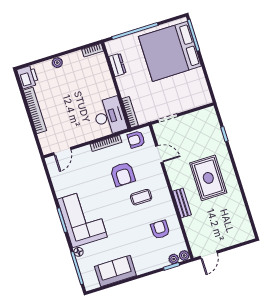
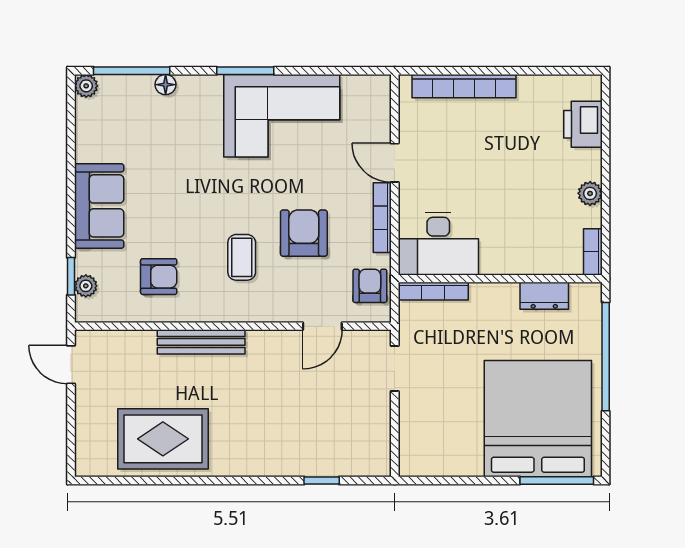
plant: (57, 63) -> (590, 193), moved
printer: (28, 77) -> (583, 124), moved, turned 90
bookcase: (35, 110) -> (464, 86), moved
door: (62, 151) -> (395, 163), moved
armchair: (123, 174) -> (304, 233), turned 90
rug: (208, 178) -> (163, 439), moved
bench: (182, 203) -> (201, 342), width x1.36
corner sofa: (82, 218) -> (282, 116), moved
plant: (184, 255) -> (86, 86), moved
sofa: (115, 271) -> (99, 206), moved

